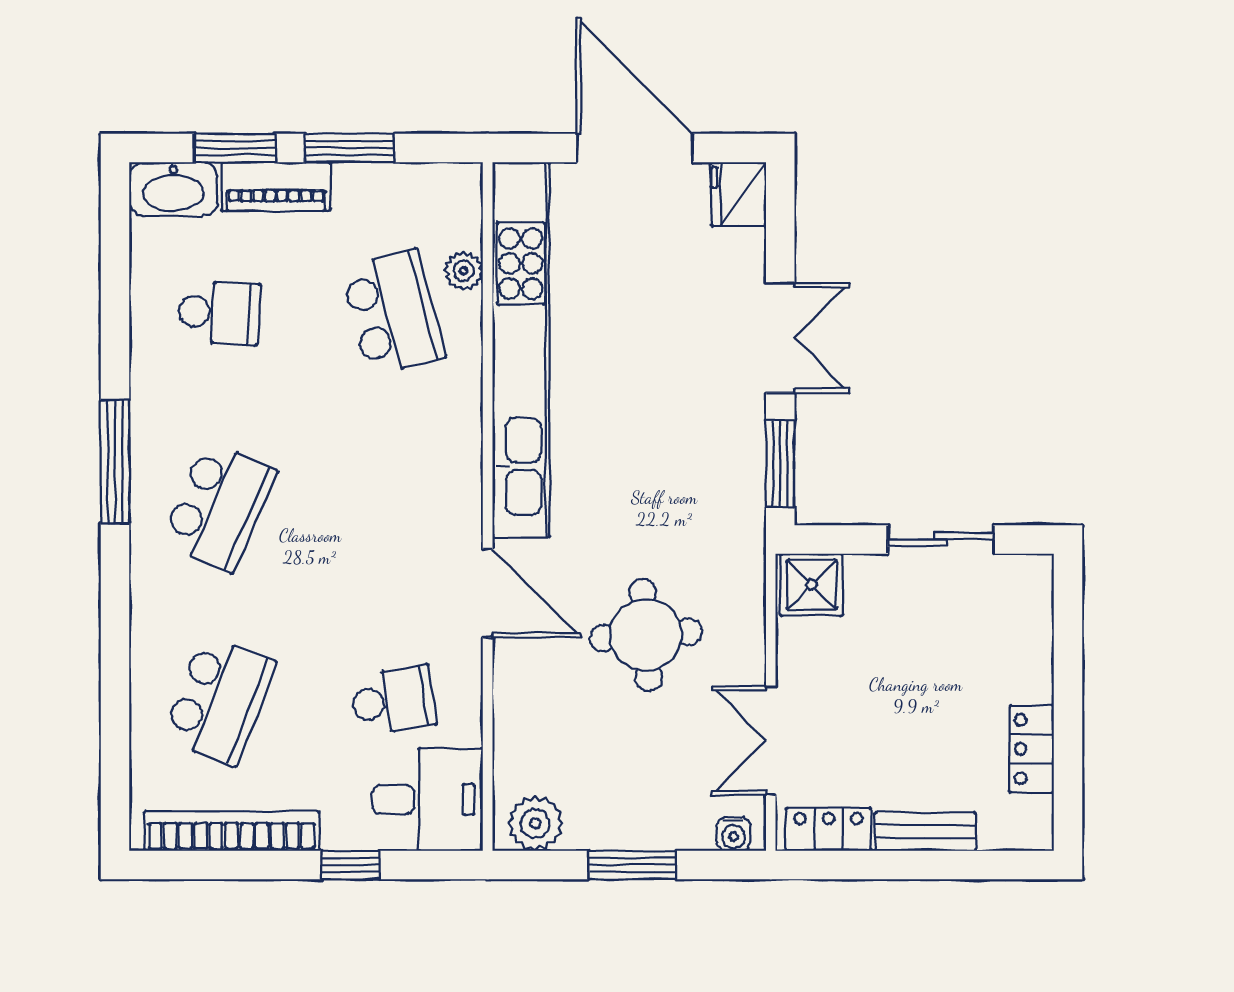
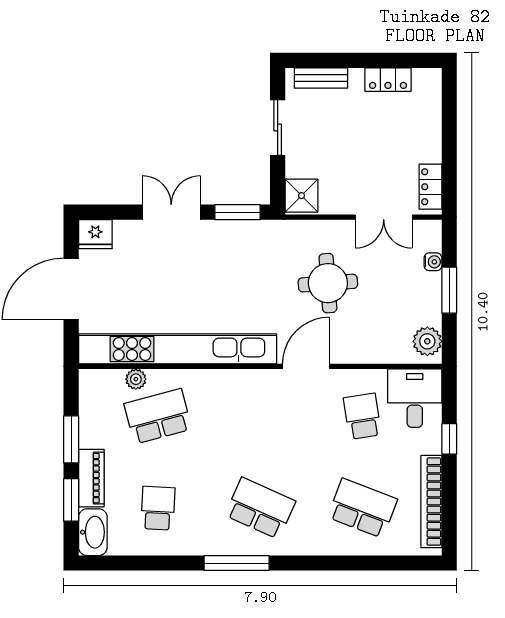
bench: (925, 832) -> (321, 78), moved, turned 90
water cooler: (734, 834) -> (433, 262), moved

